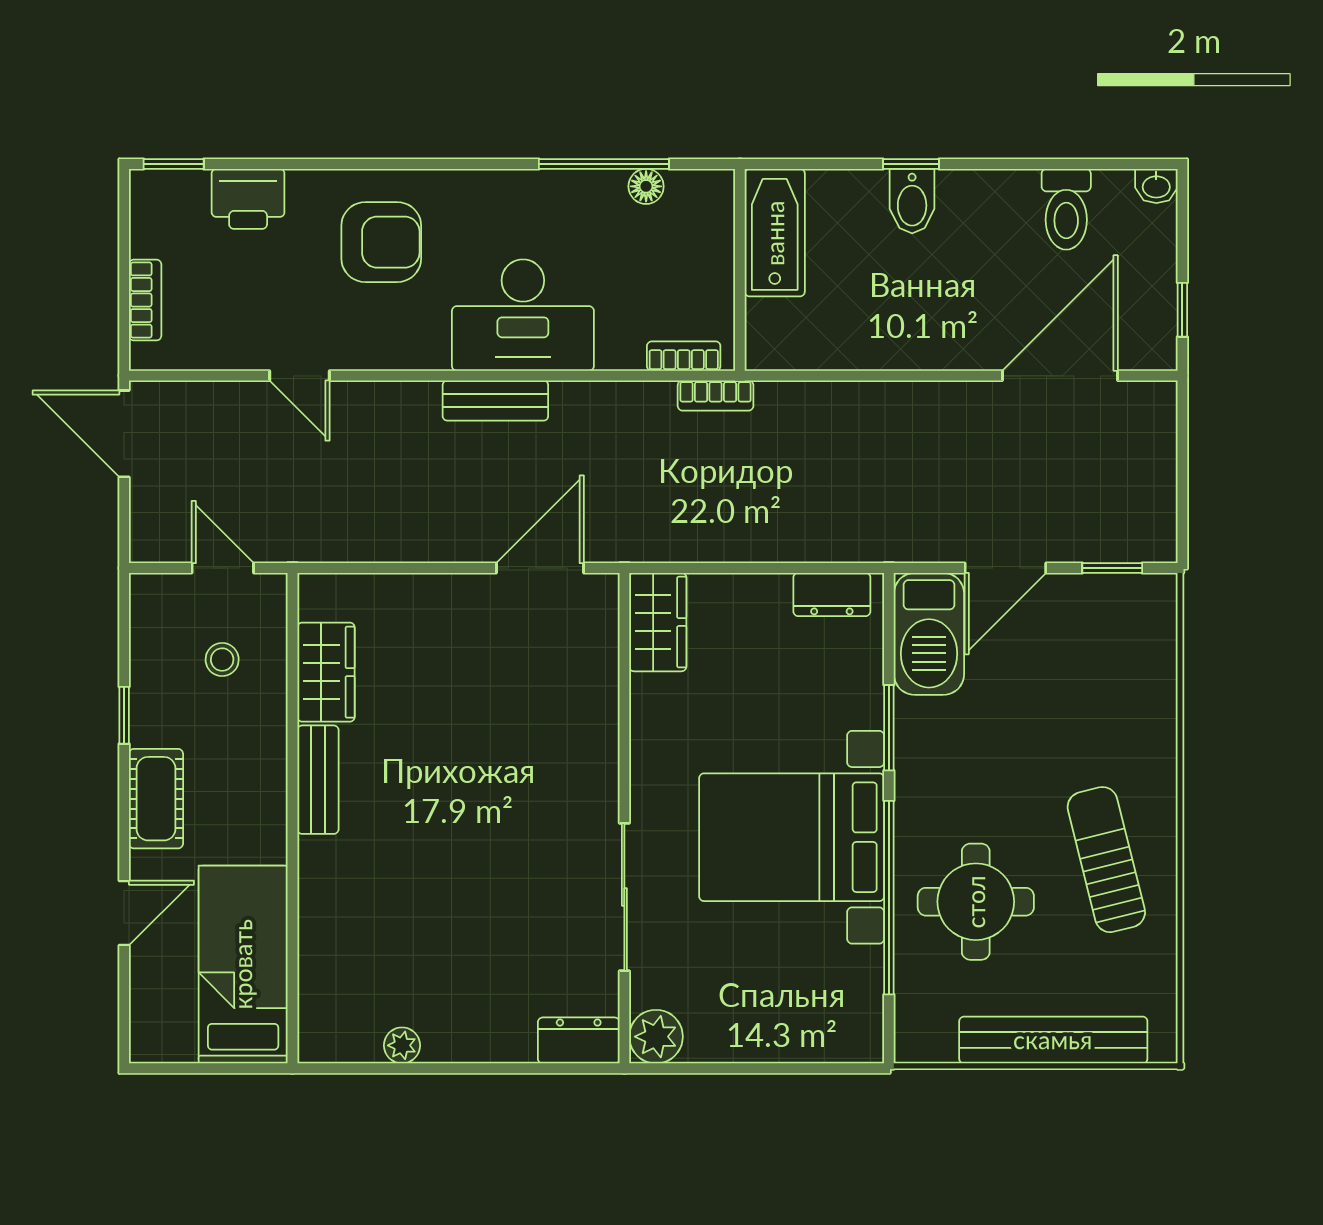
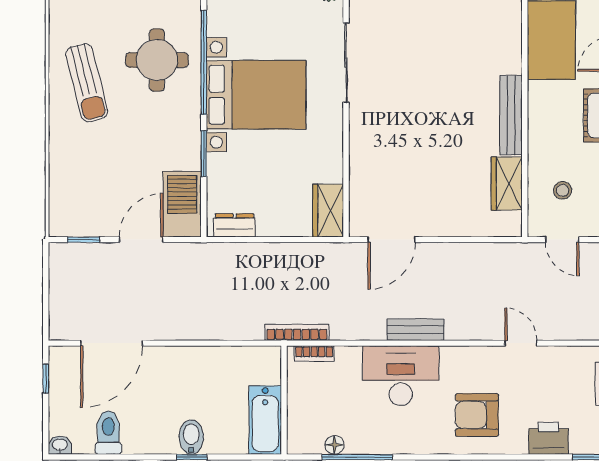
bookcase: (716, 396) -> (297, 332), width x1.56
bench: (318, 780) -> (511, 115), width x1.36

